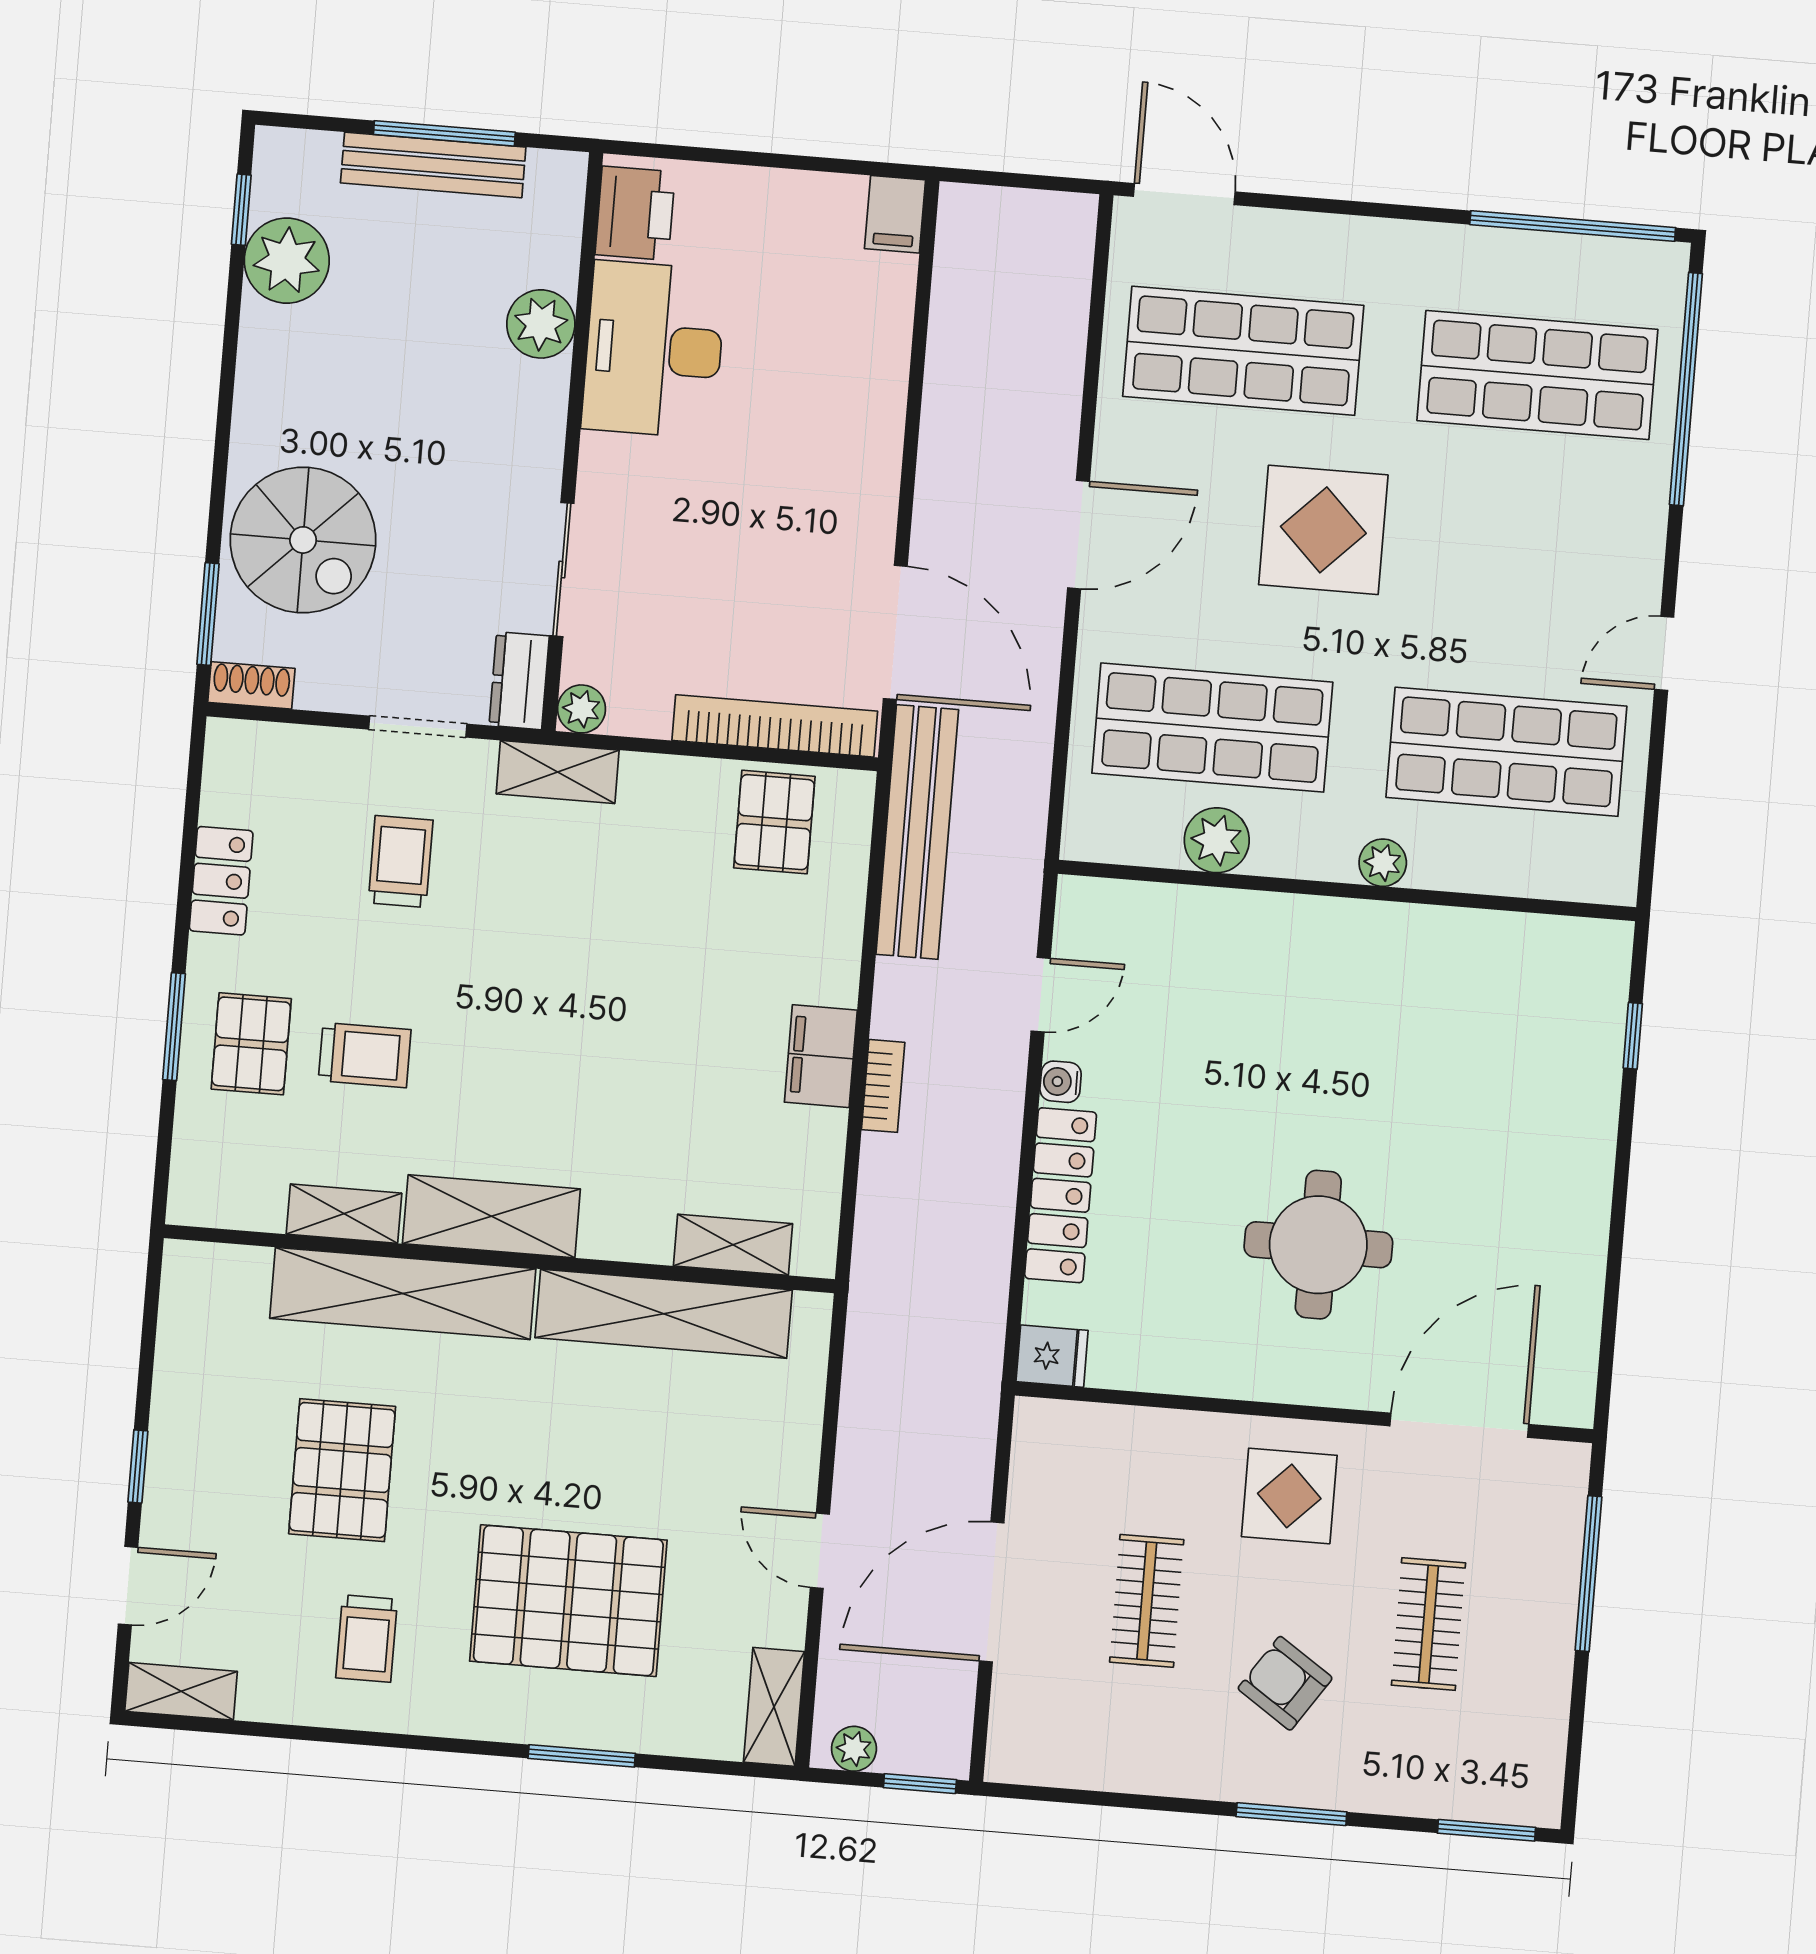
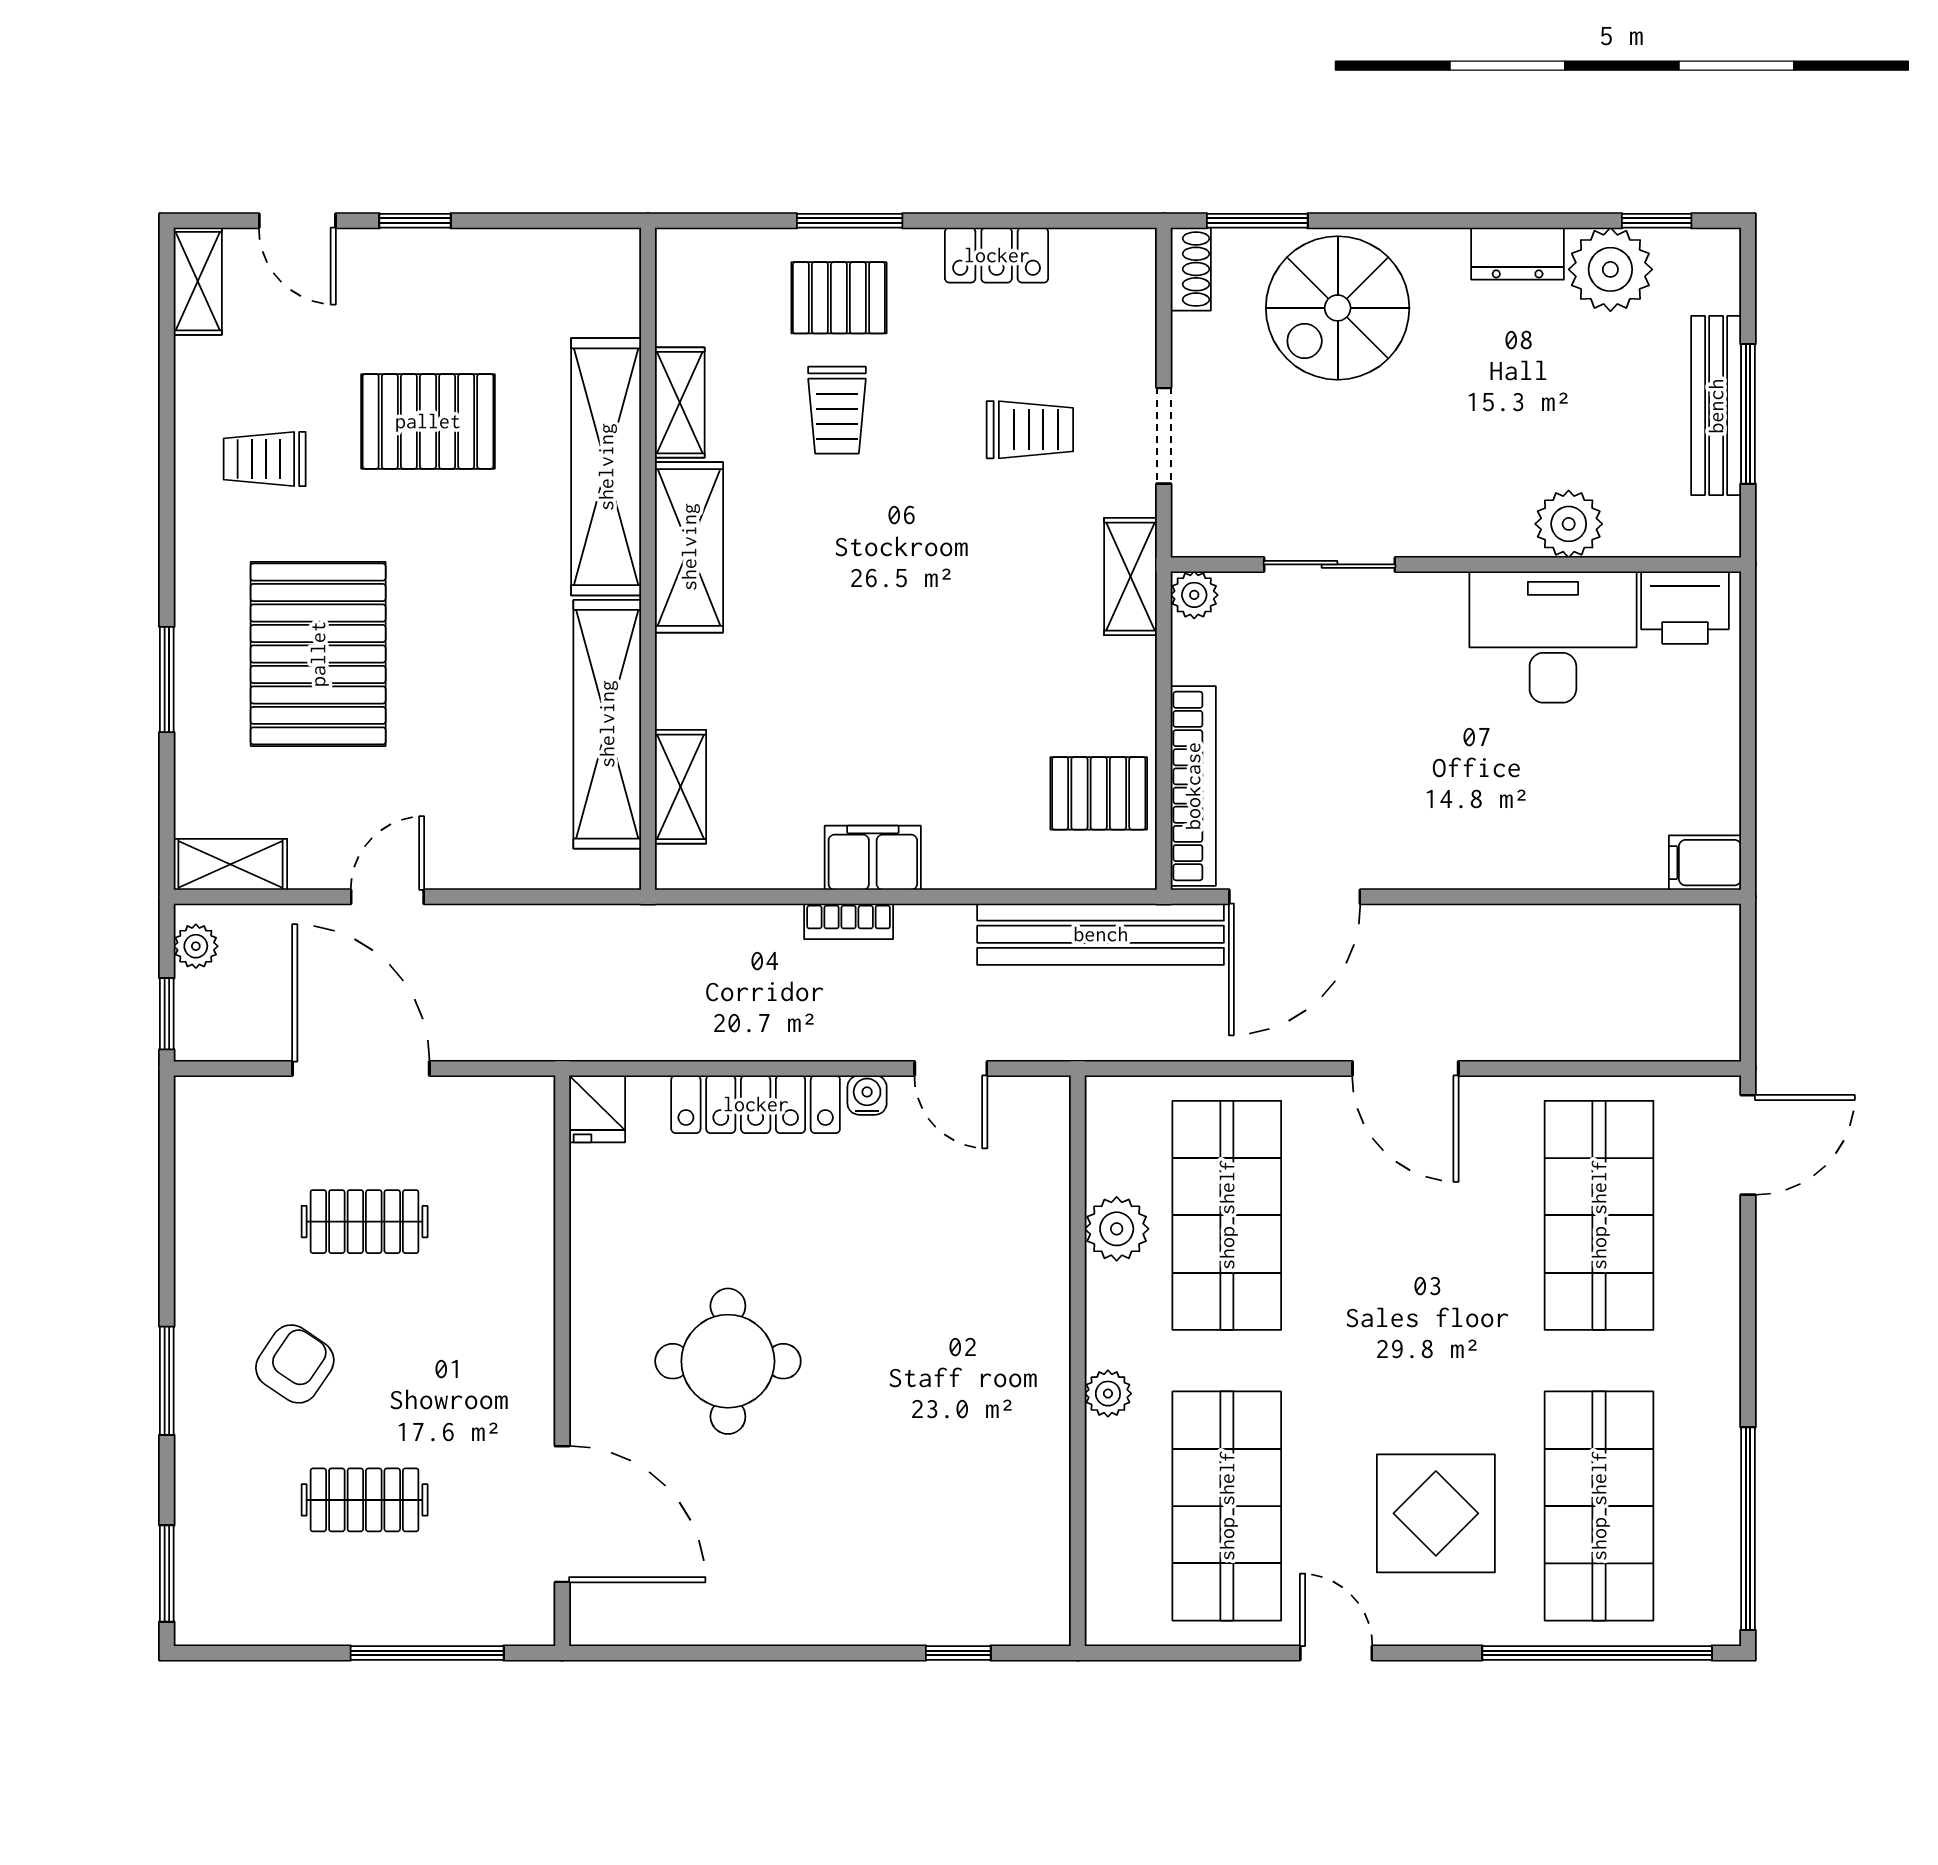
display table: (1323, 530) -> (1436, 1513), moved
dresser: (519, 681) -> (1518, 254), moved, turned 180
display table: (1289, 1496) -> (479, 1353), removed

